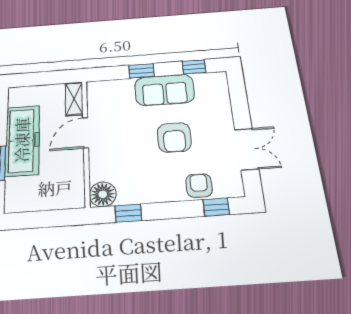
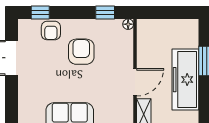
armchair: (174, 137) -> (81, 52), moved
floor lamp: (103, 194) -> (128, 24), width x0.53, depth x0.53

